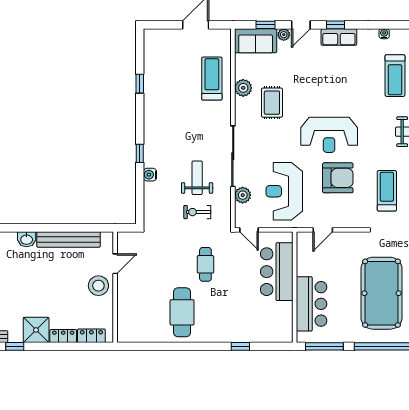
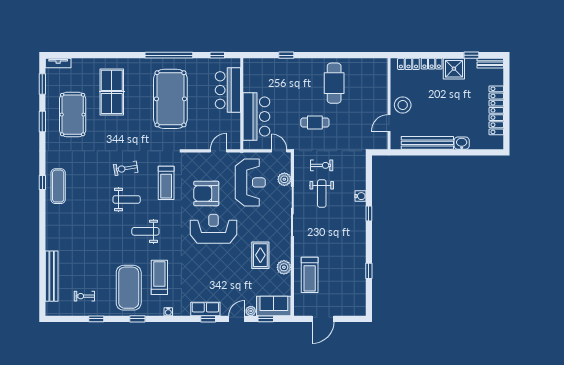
cafe table: (205, 264) -> (315, 122), turned 90
window: (324, 346) -> (217, 55), width x0.46

